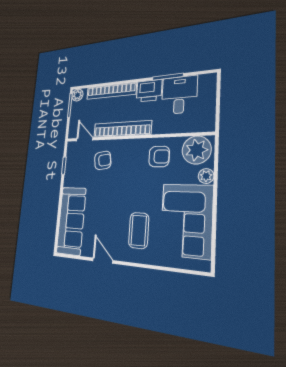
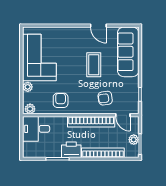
plant: (77, 95) -> (134, 140), moved
desk: (179, 95) -> (36, 129), moved, turned 90
plant: (197, 150) -> (30, 109), width x0.53, depth x0.53
armchair: (159, 157) -> (61, 100), turned 90
coffee table: (139, 230) -> (94, 65), moved

